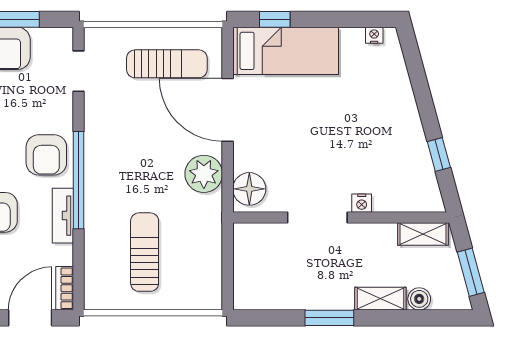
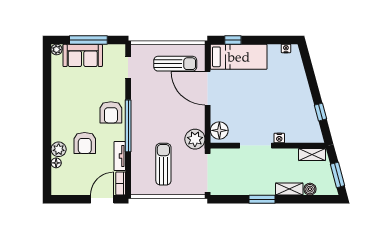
plant: (204, 174) -> (195, 139), moved
tv unit: (63, 216) -> (120, 156), moved
doorway: (228, 268) -> (208, 173), added

